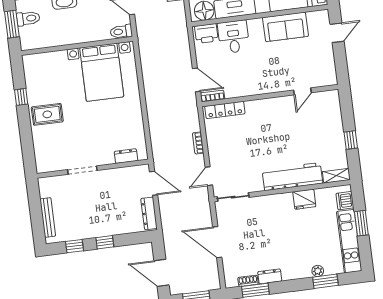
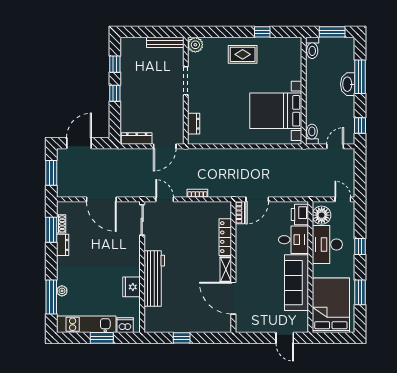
toilet: (28, 18) -> (312, 48), moved
sofa: (285, 27) -> (296, 283), width x1.36
door: (302, 91) -> (233, 298), width x1.88
locker: (225, 110) -> (225, 237), moved
rug: (47, 114) -> (243, 54), turned 90
plant: (44, 165) -> (195, 45), added
shelving: (336, 176) -> (226, 269), moved
bench: (48, 217) -> (165, 42), moved
door: (217, 242) -> (101, 199), swing flipped
window: (325, 281) -> (51, 297), width x1.44

